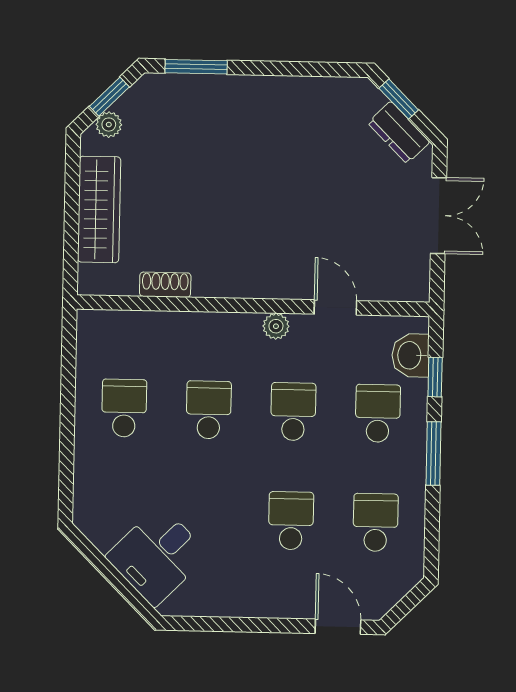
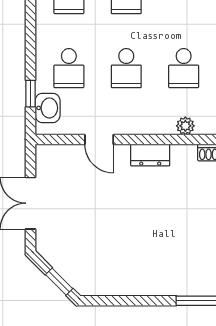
dresser: (399, 132) -> (150, 155), moved, turned 135
plant: (276, 326) -> (185, 126), moved
window: (433, 453) -> (31, 42), removed

